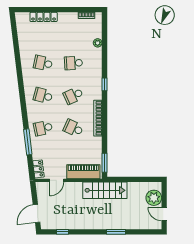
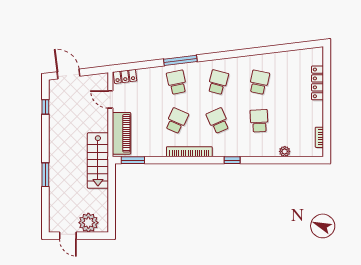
window: (28, 142) -> (180, 60), moved
door: (164, 214) -> (68, 236), swing flipped

